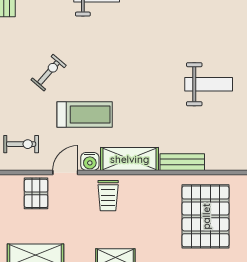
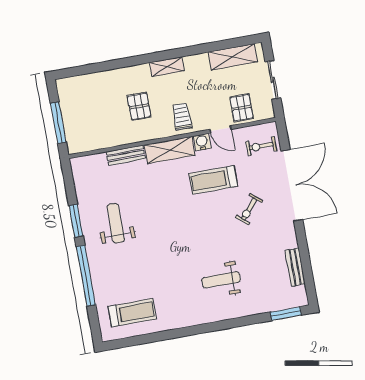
weight bench: (209, 84) -> (116, 223), turned 90
door: (65, 173) -> (221, 129), hinge flipped
pallet: (206, 216) -> (139, 106), moved, width x0.49, depth x0.50

